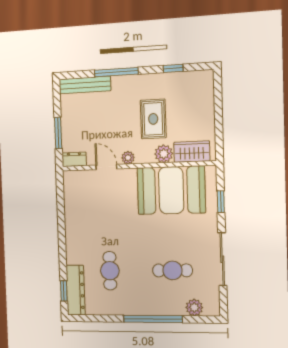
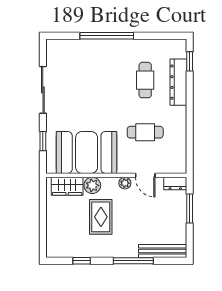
cafe table: (172, 270) -> (145, 132), moved
dresser: (75, 290) -> (178, 82), moved
plant: (194, 307) -> (69, 47), removed

